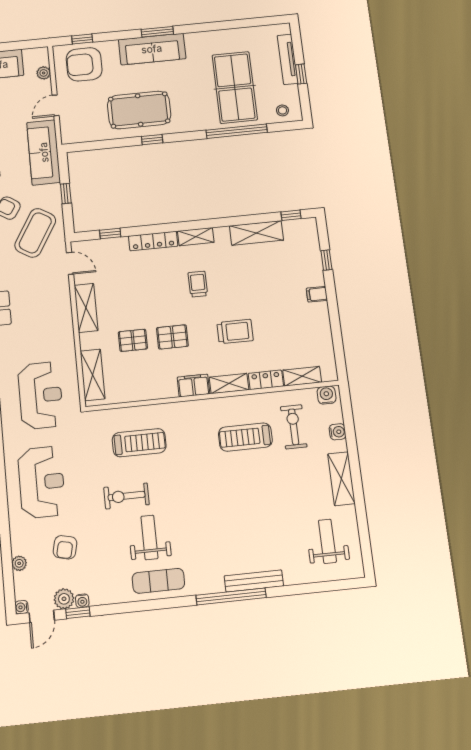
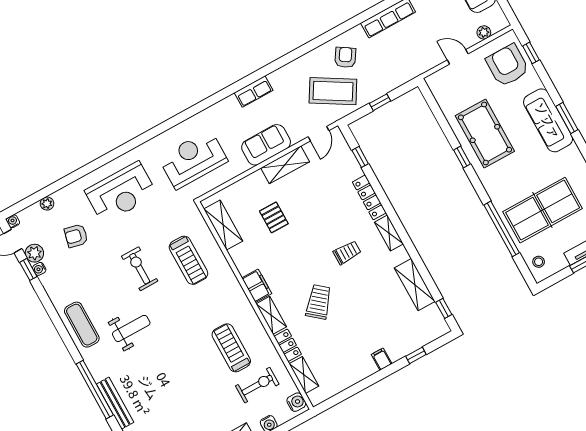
sofa: (44, 152) -> (266, 145), moved, width x0.73
trolley: (235, 332) -> (319, 302), turned -140
pallet: (172, 337) -> (291, 250), removed
shelving: (93, 375) -> (223, 225), moved, turned 90
reception desk: (41, 395) -> (193, 159), turned 180
weight bench: (149, 537) -> (131, 328), moved

